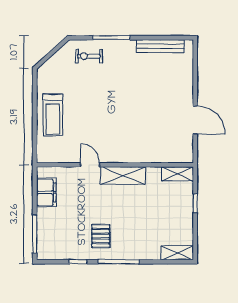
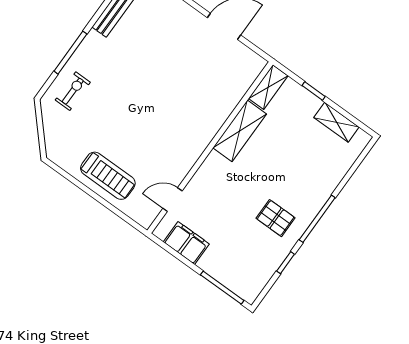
exercise bike: (89, 56) -> (73, 91), turned 180
door: (90, 165) -> (172, 200), moved
shelving: (123, 176) -> (240, 131), moved
shelving: (177, 253) -> (336, 122), moved, turned 90

